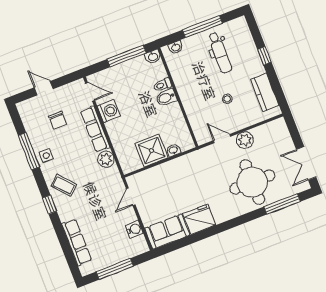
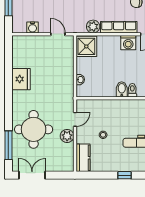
kitchen counter: (265, 92) -> (83, 158), moved, turned 90
shower: (152, 151) -> (86, 46), moved
sofa: (167, 232) -> (21, 51), removed

